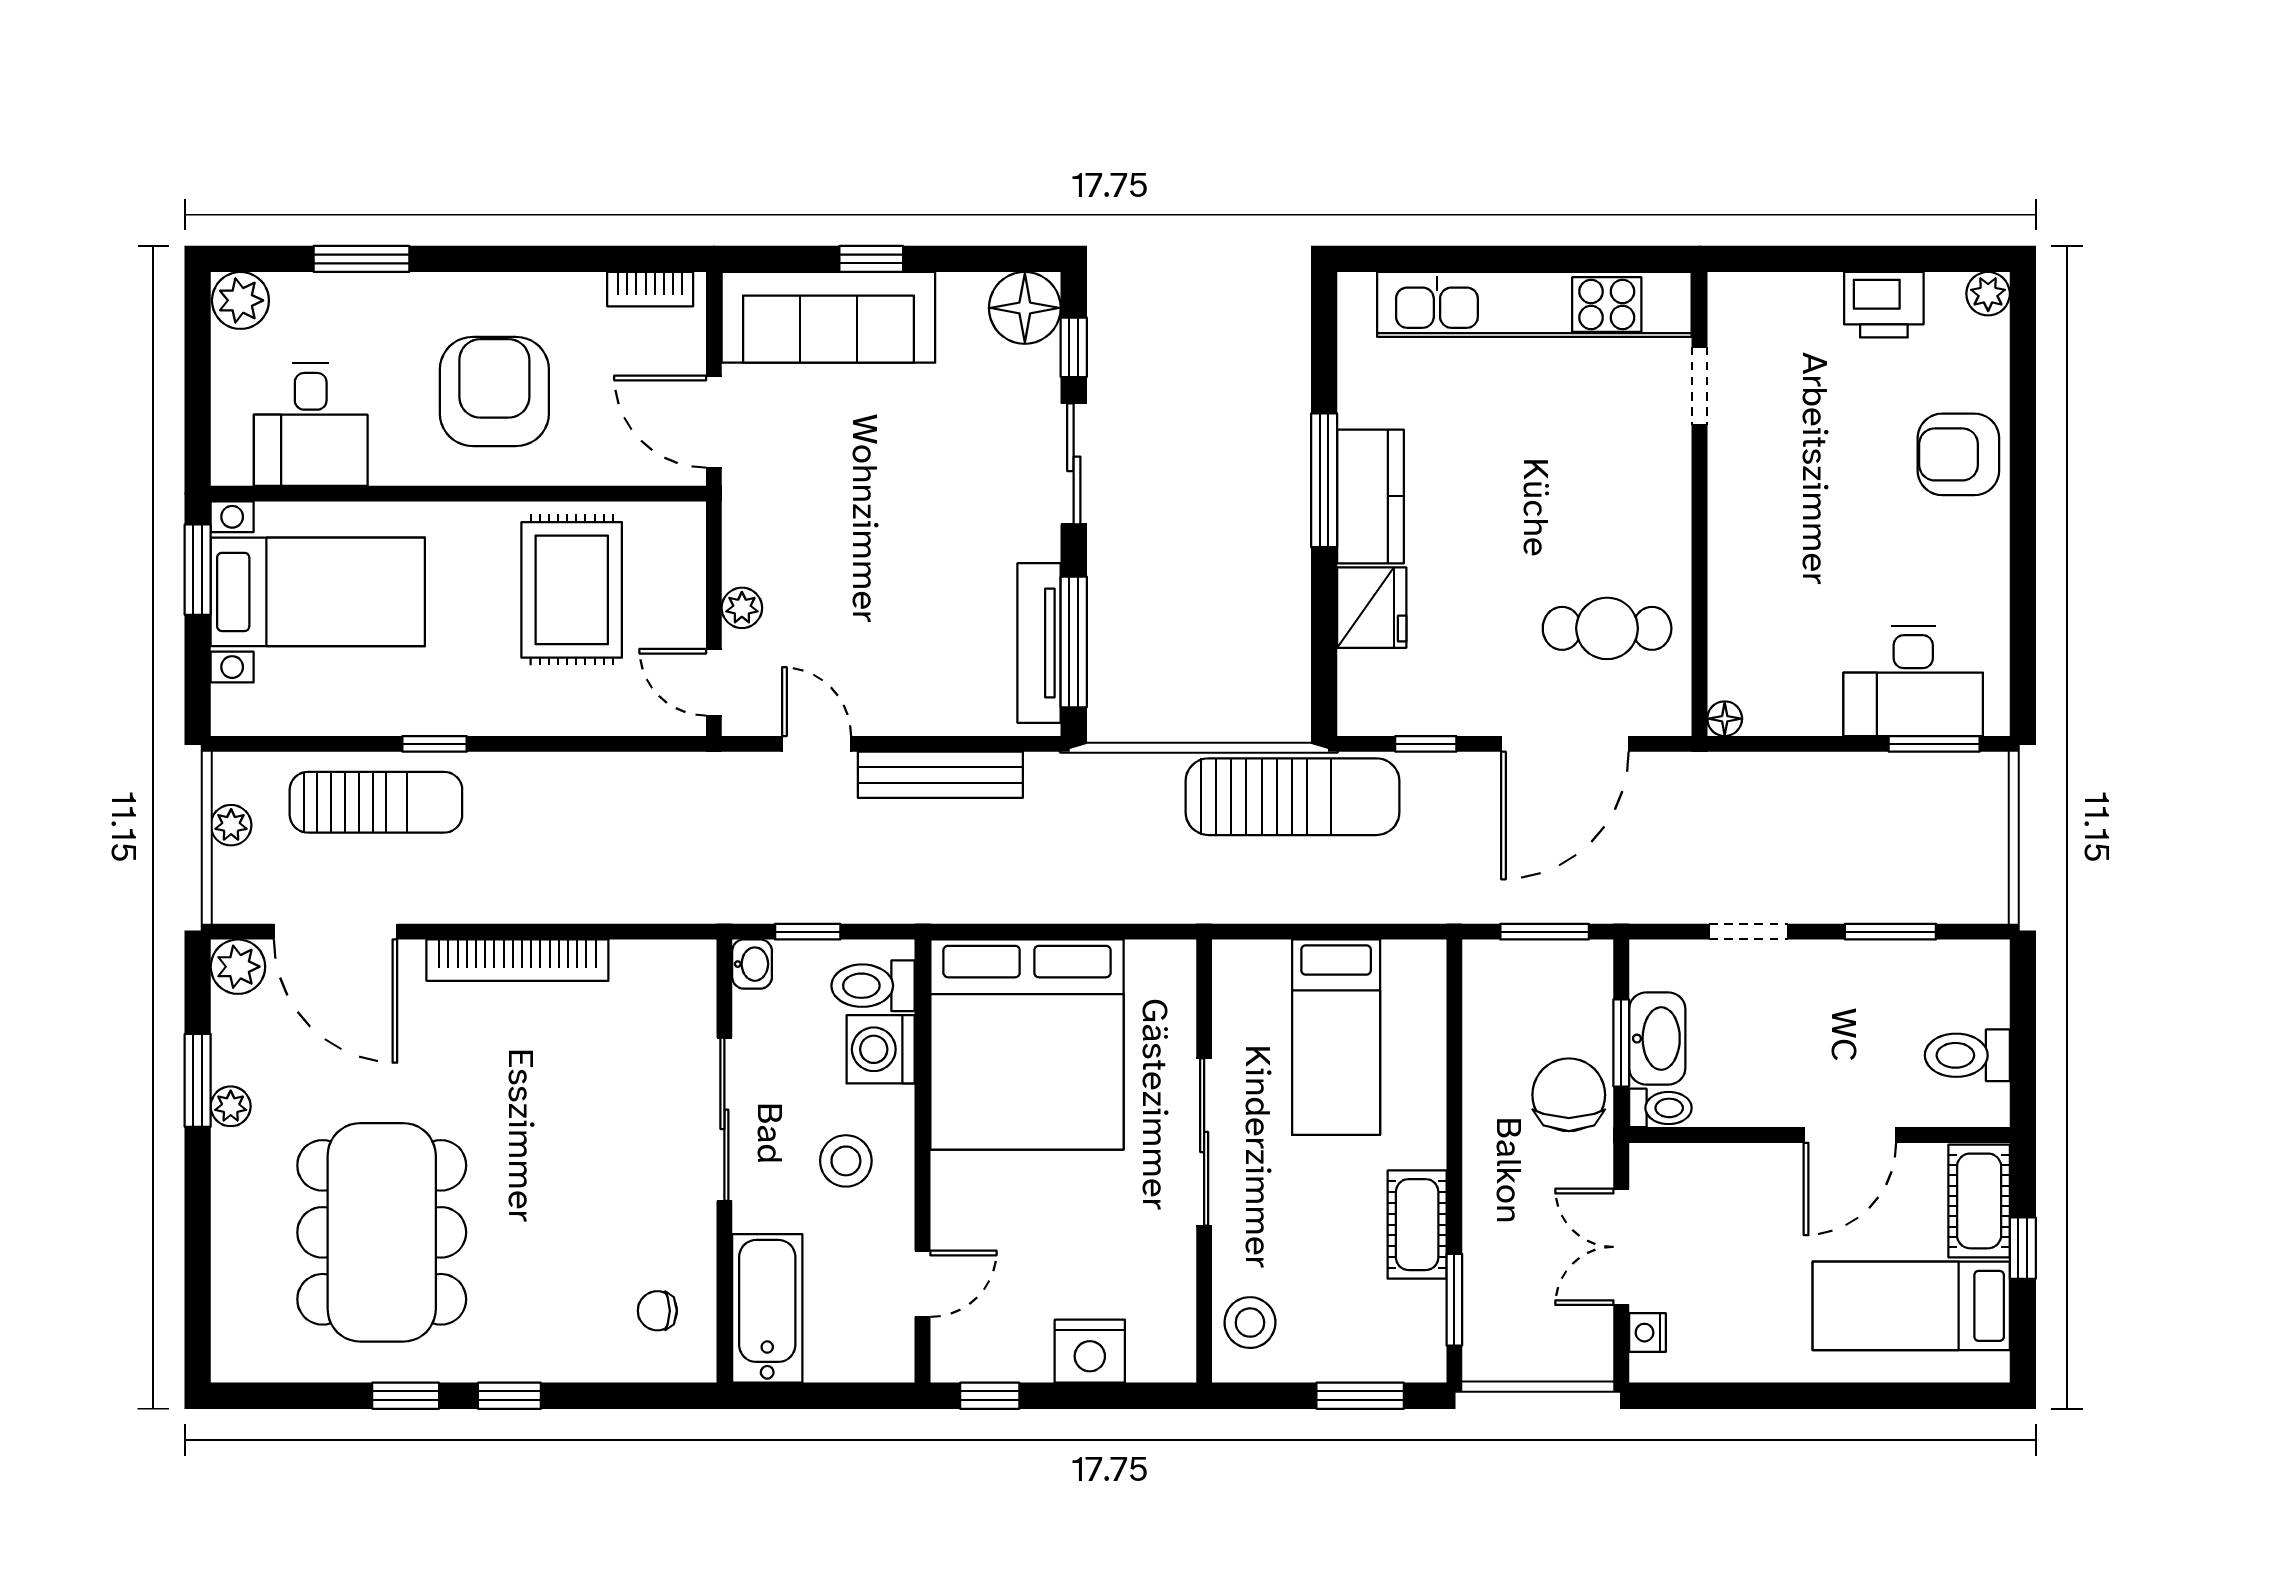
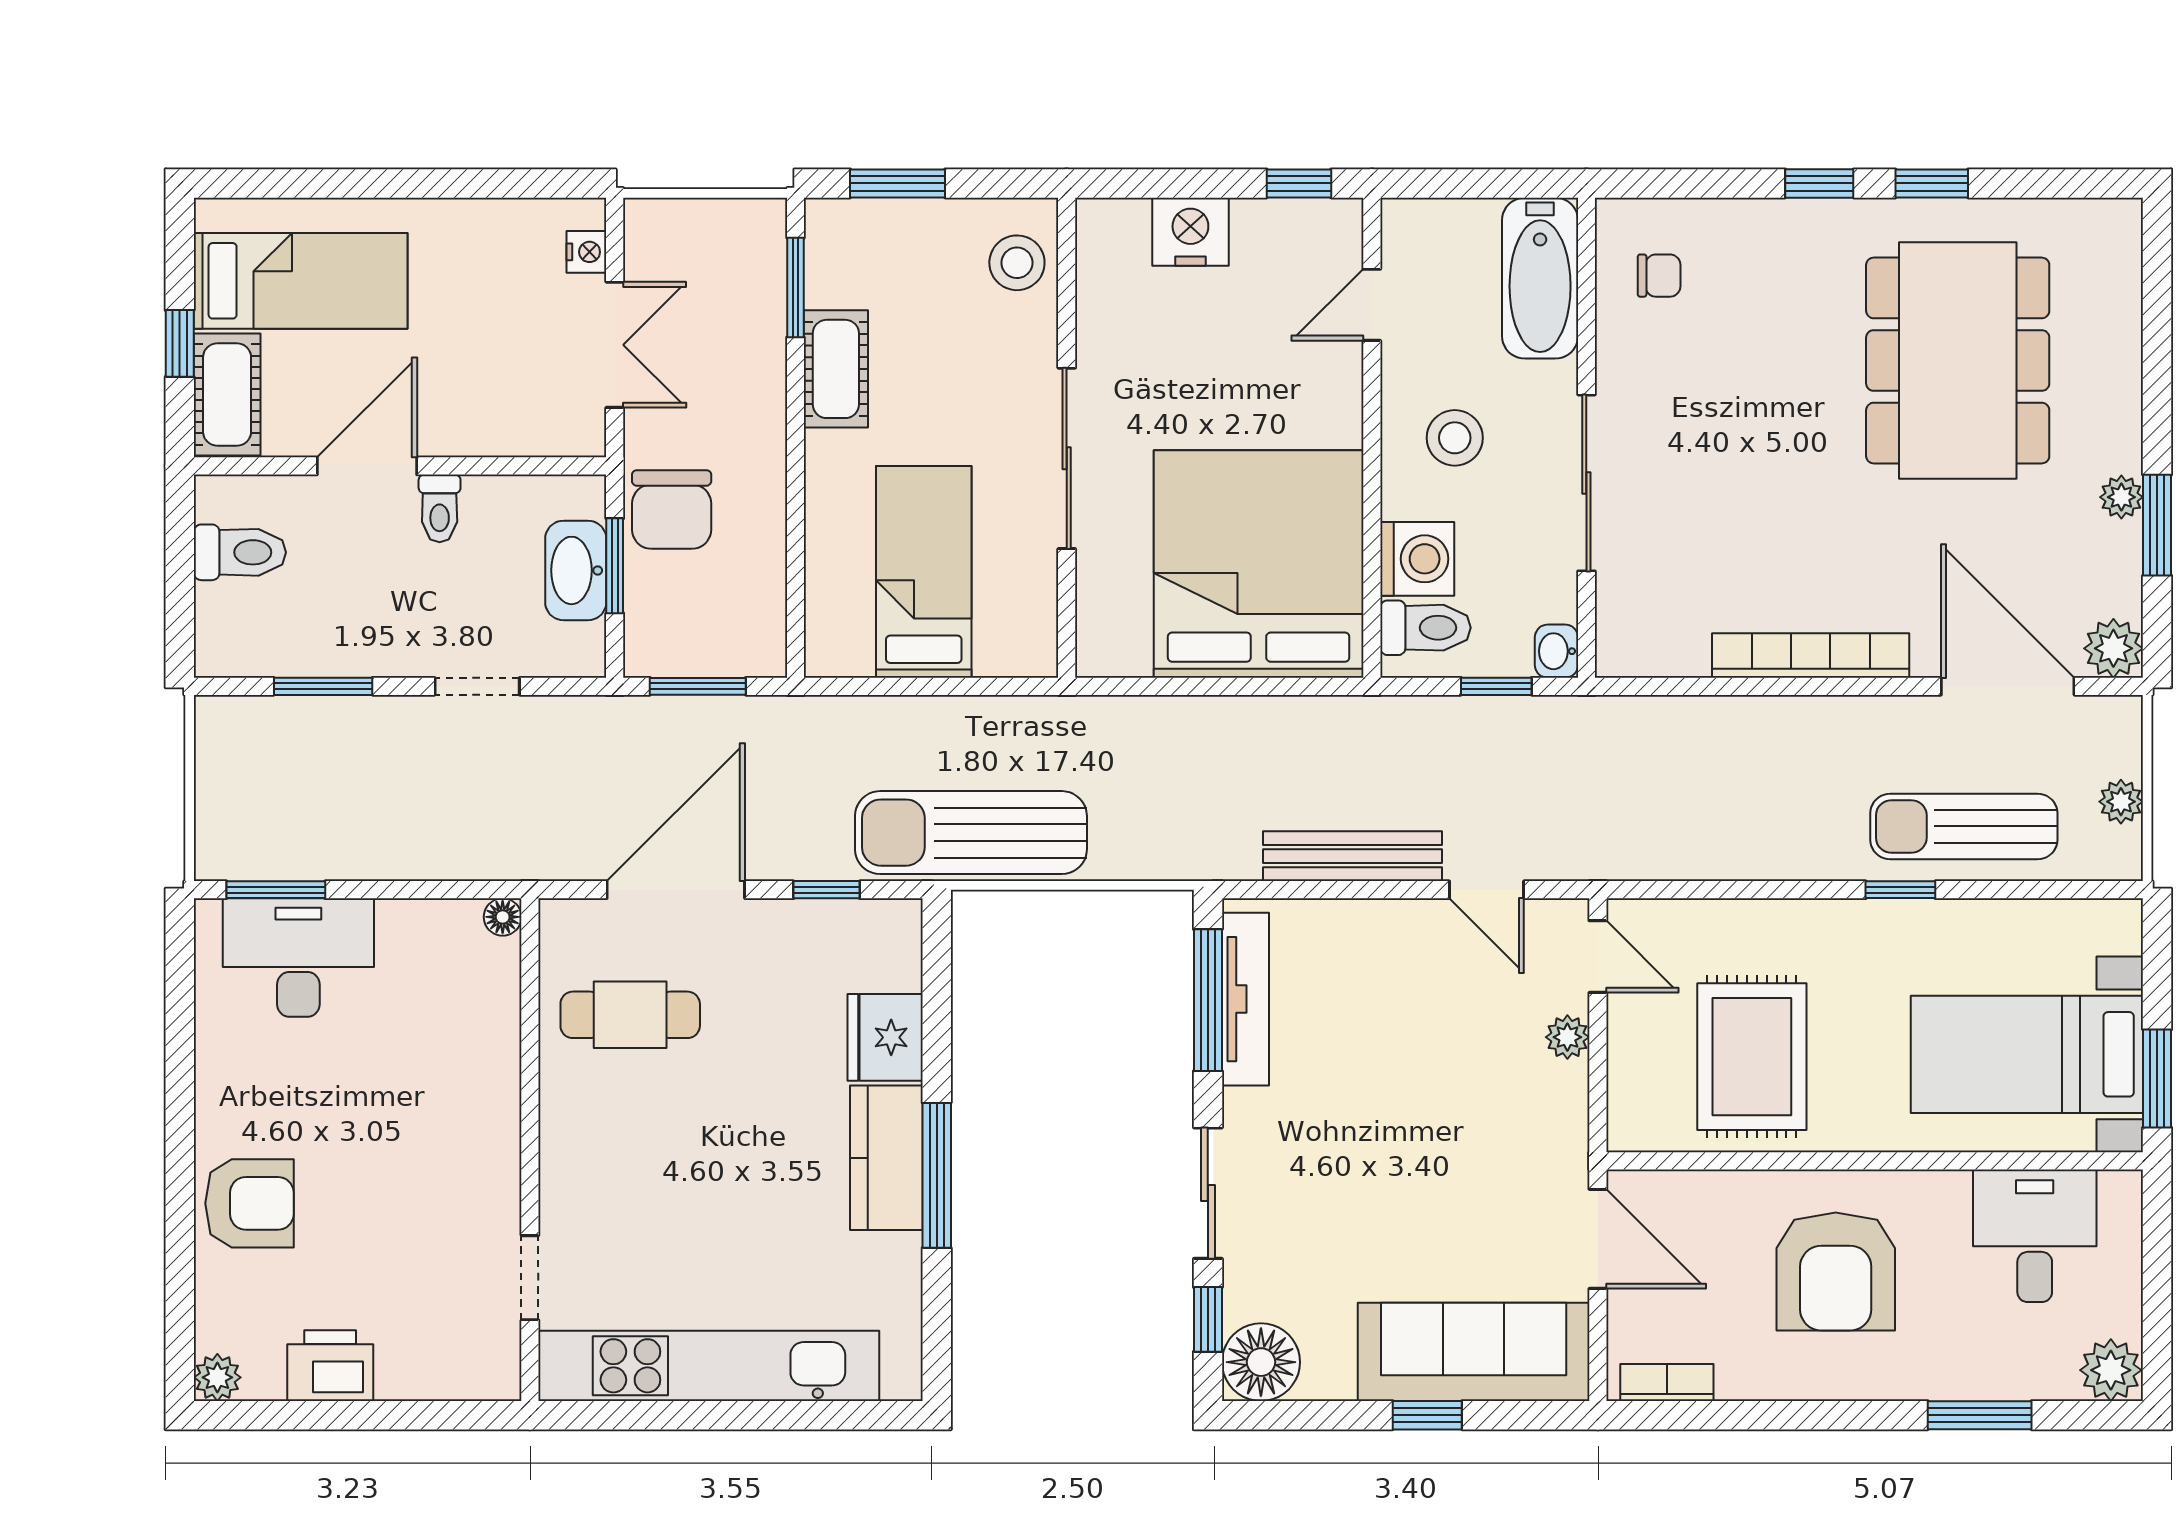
toilet: (1660, 1108) -> (440, 508), moved, turned -90

